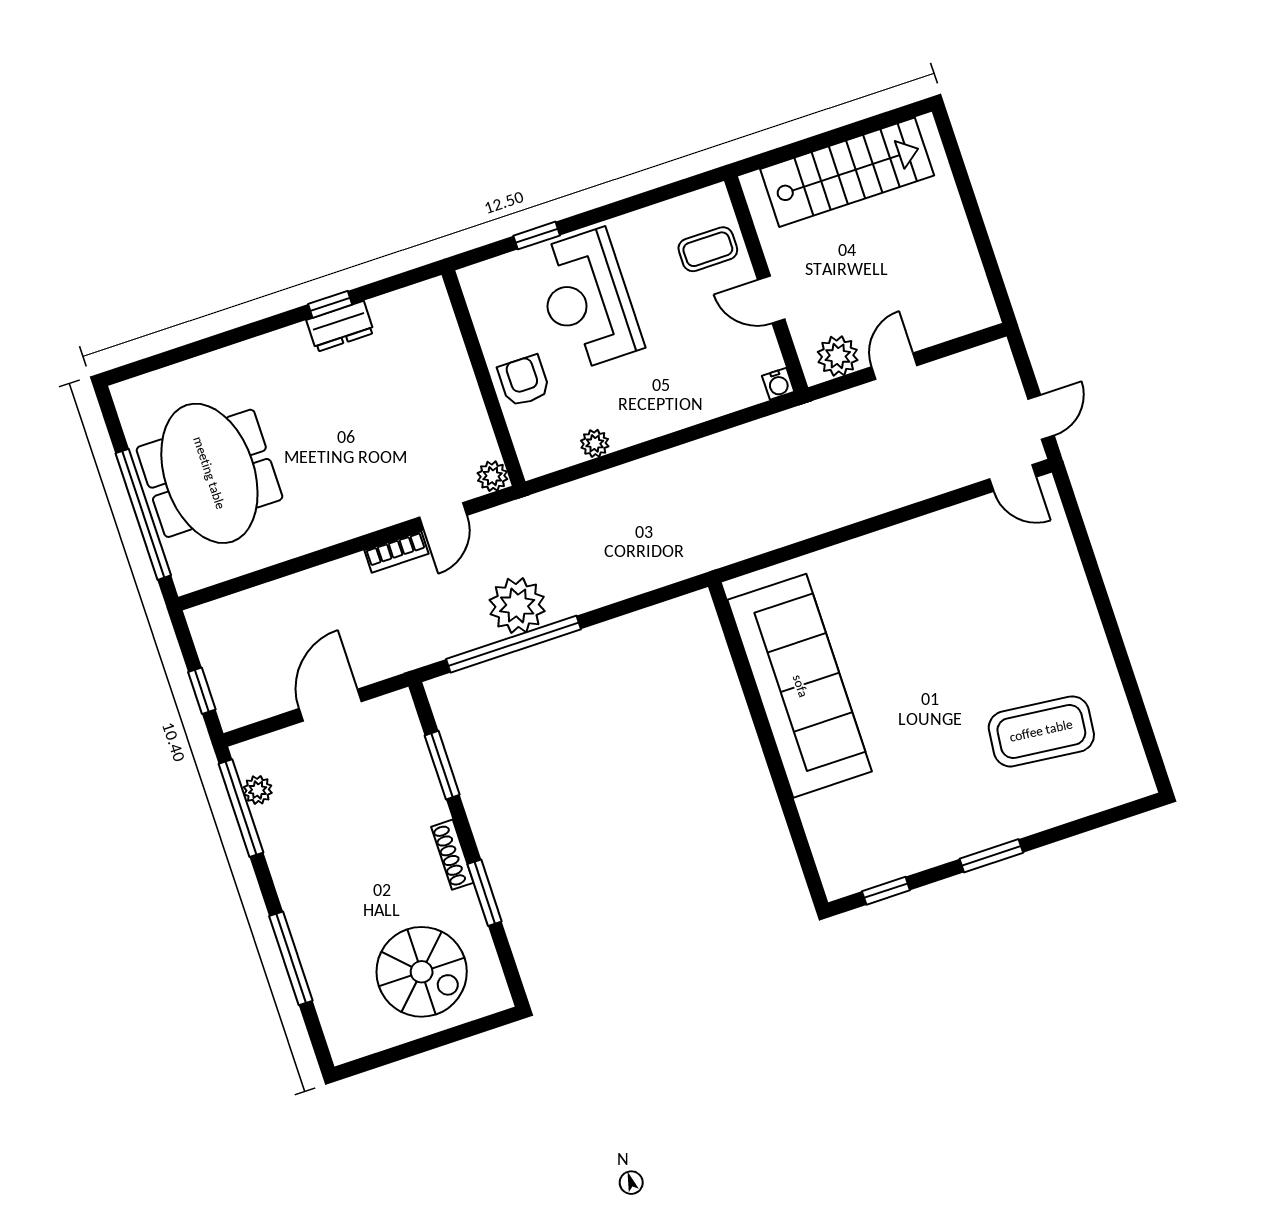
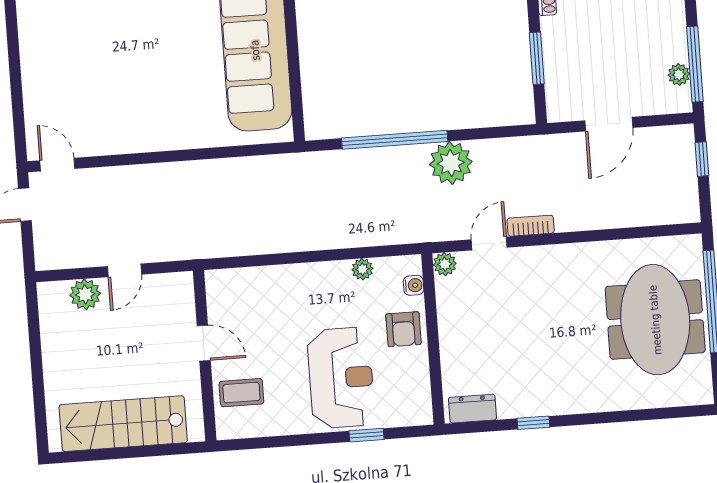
dresser: (340, 326) -> (472, 409), moved
plant: (838, 356) -> (85, 294), moved
water cooler: (778, 384) -> (414, 285), moved, turned 90
window: (513, 644) -> (395, 140), moved

